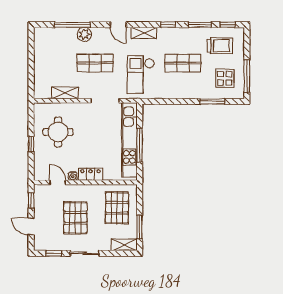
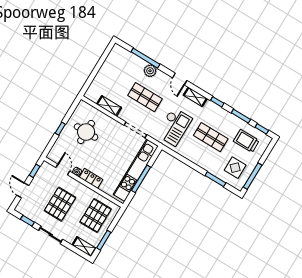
trolley: (220, 46) -> (246, 141), turned 180
checkout: (141, 74) -> (174, 127), turned 180

